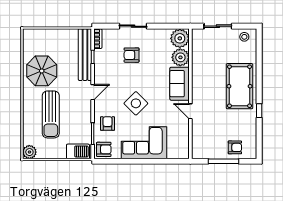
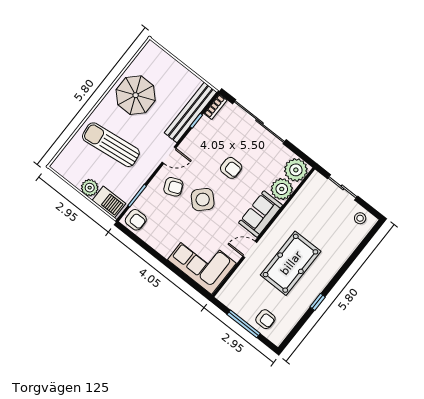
sliding door: (133, 26) -> (259, 122), width x1.86
armchair: (132, 55) -> (231, 168), moved, turned 180
pool table: (240, 86) -> (291, 263), moved
door: (190, 111) -> (250, 249), hinge flipped
sun lounger: (51, 114) -> (111, 145), turned 83
armchair: (108, 124) -> (173, 187), moved, turned 67
corner sofa: (144, 143) -> (202, 261), moved
plant: (29, 152) -> (90, 188), moved

